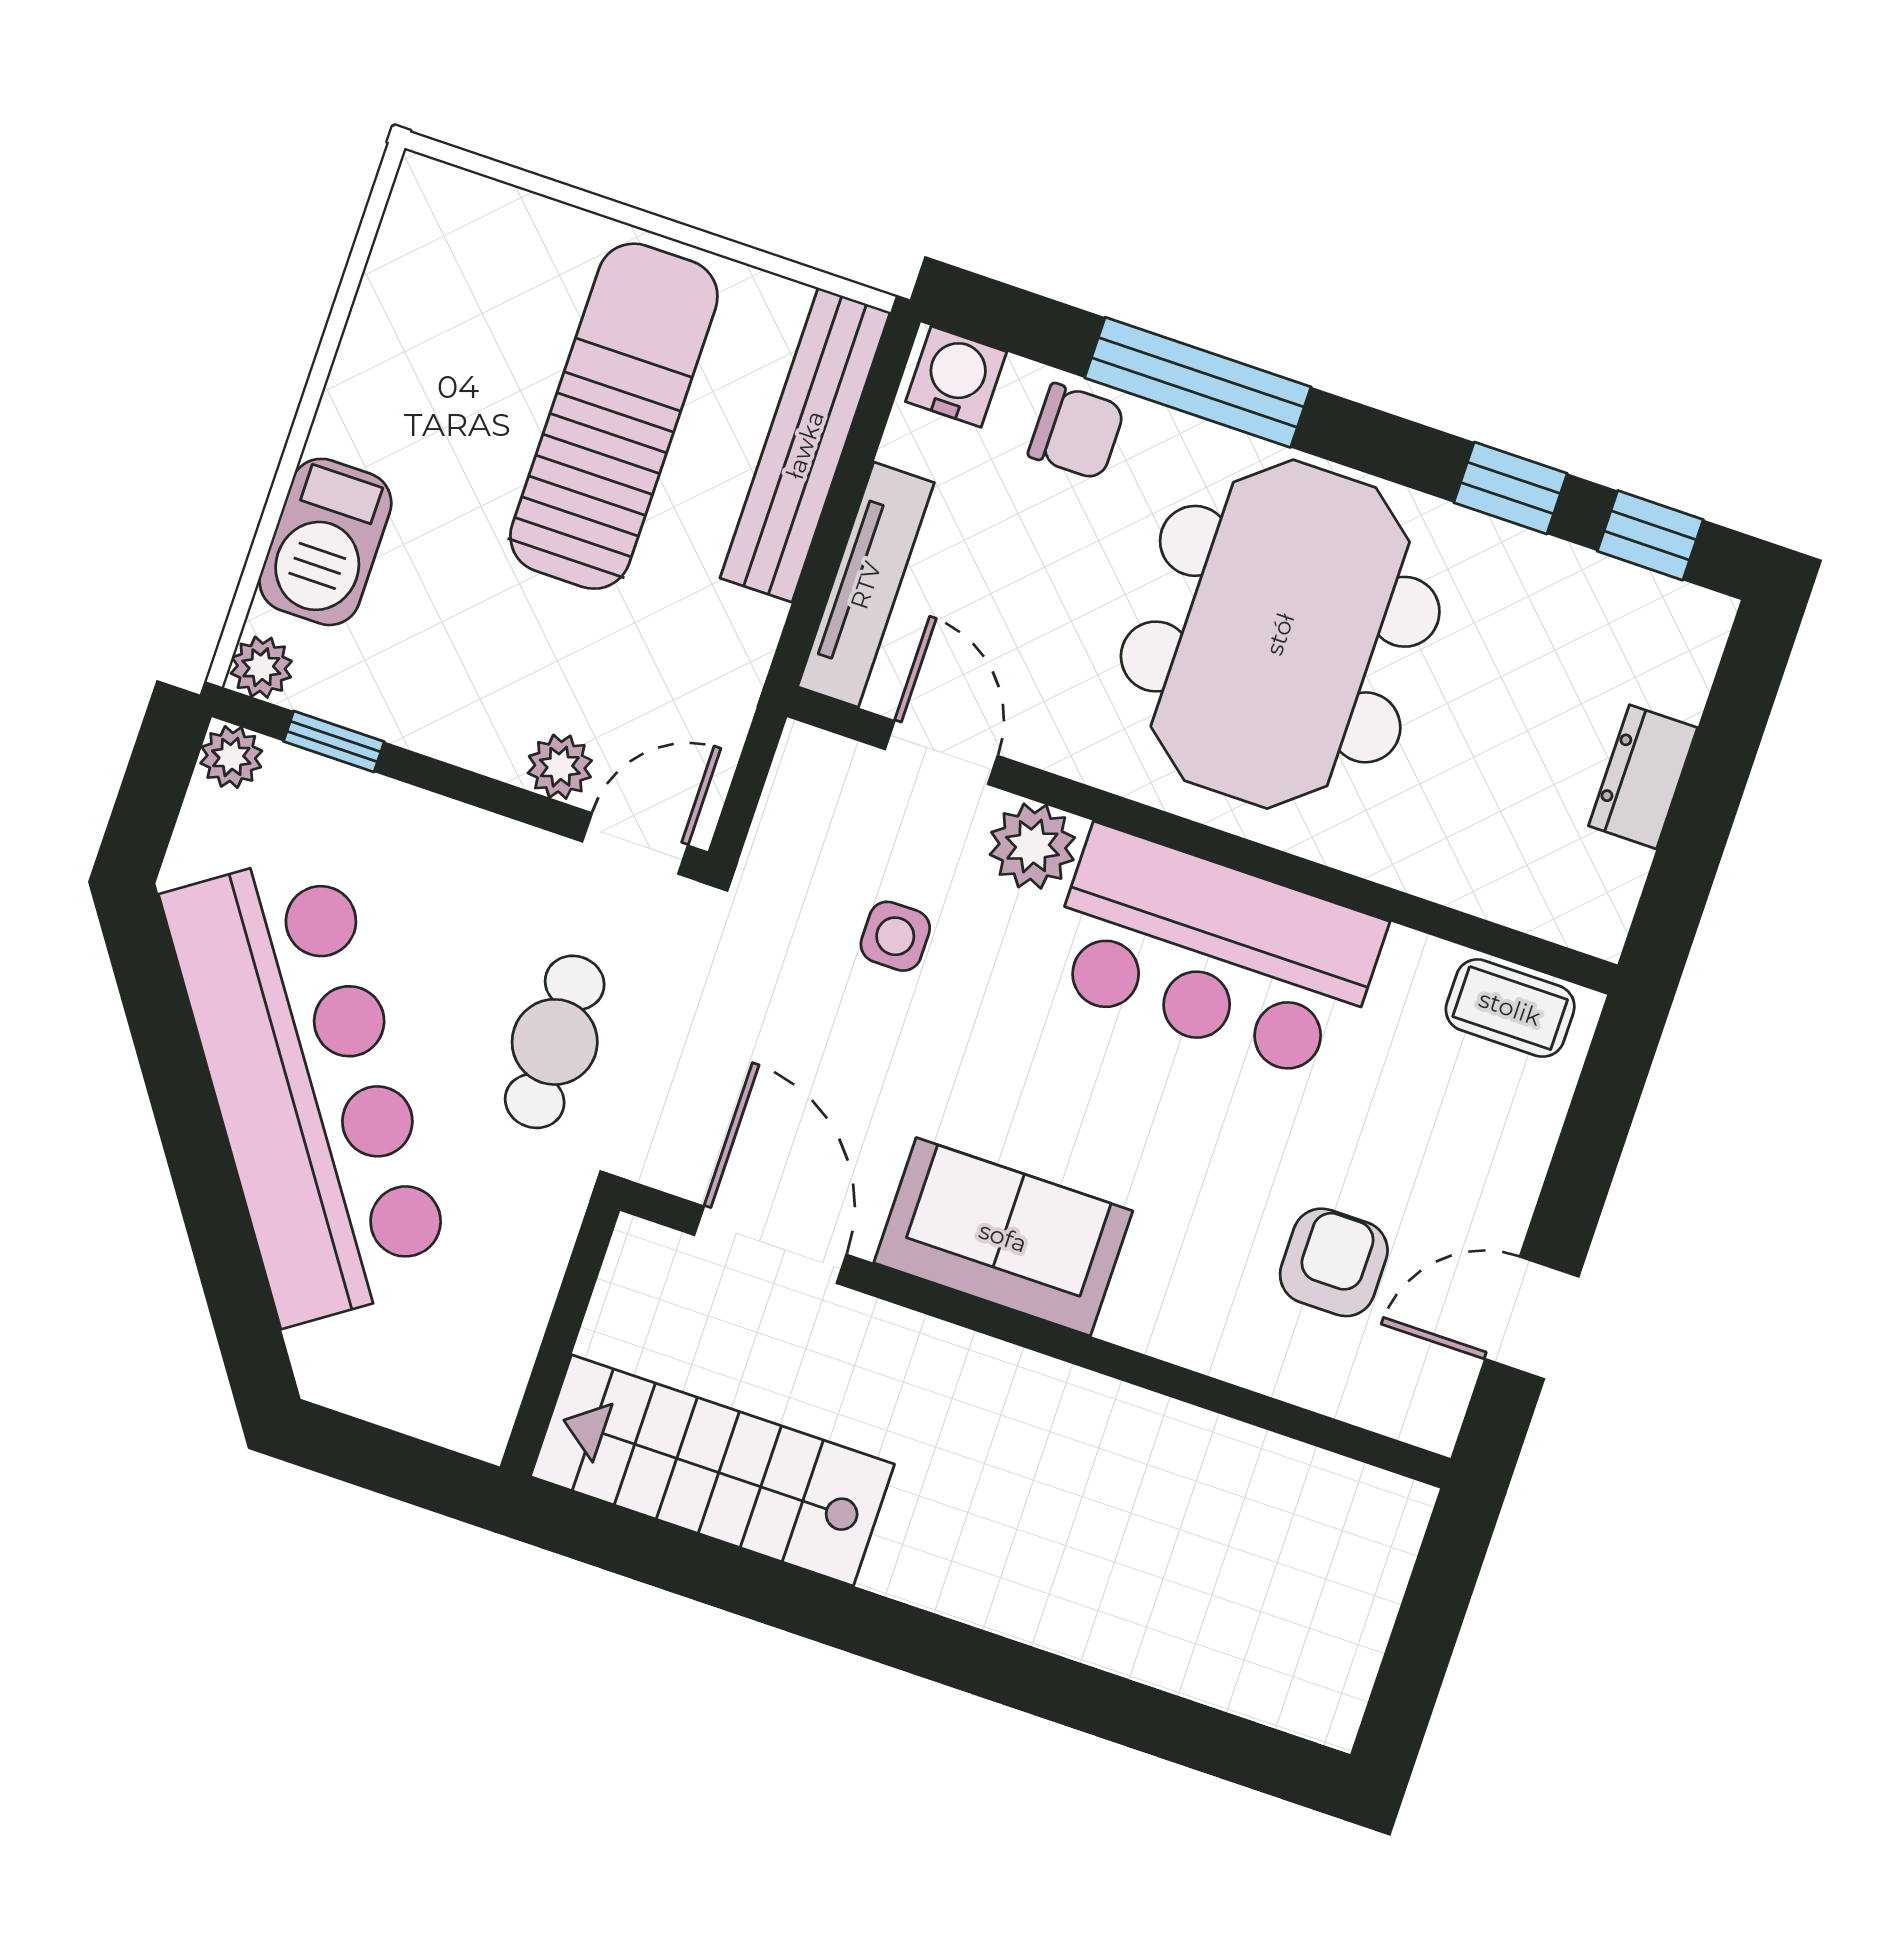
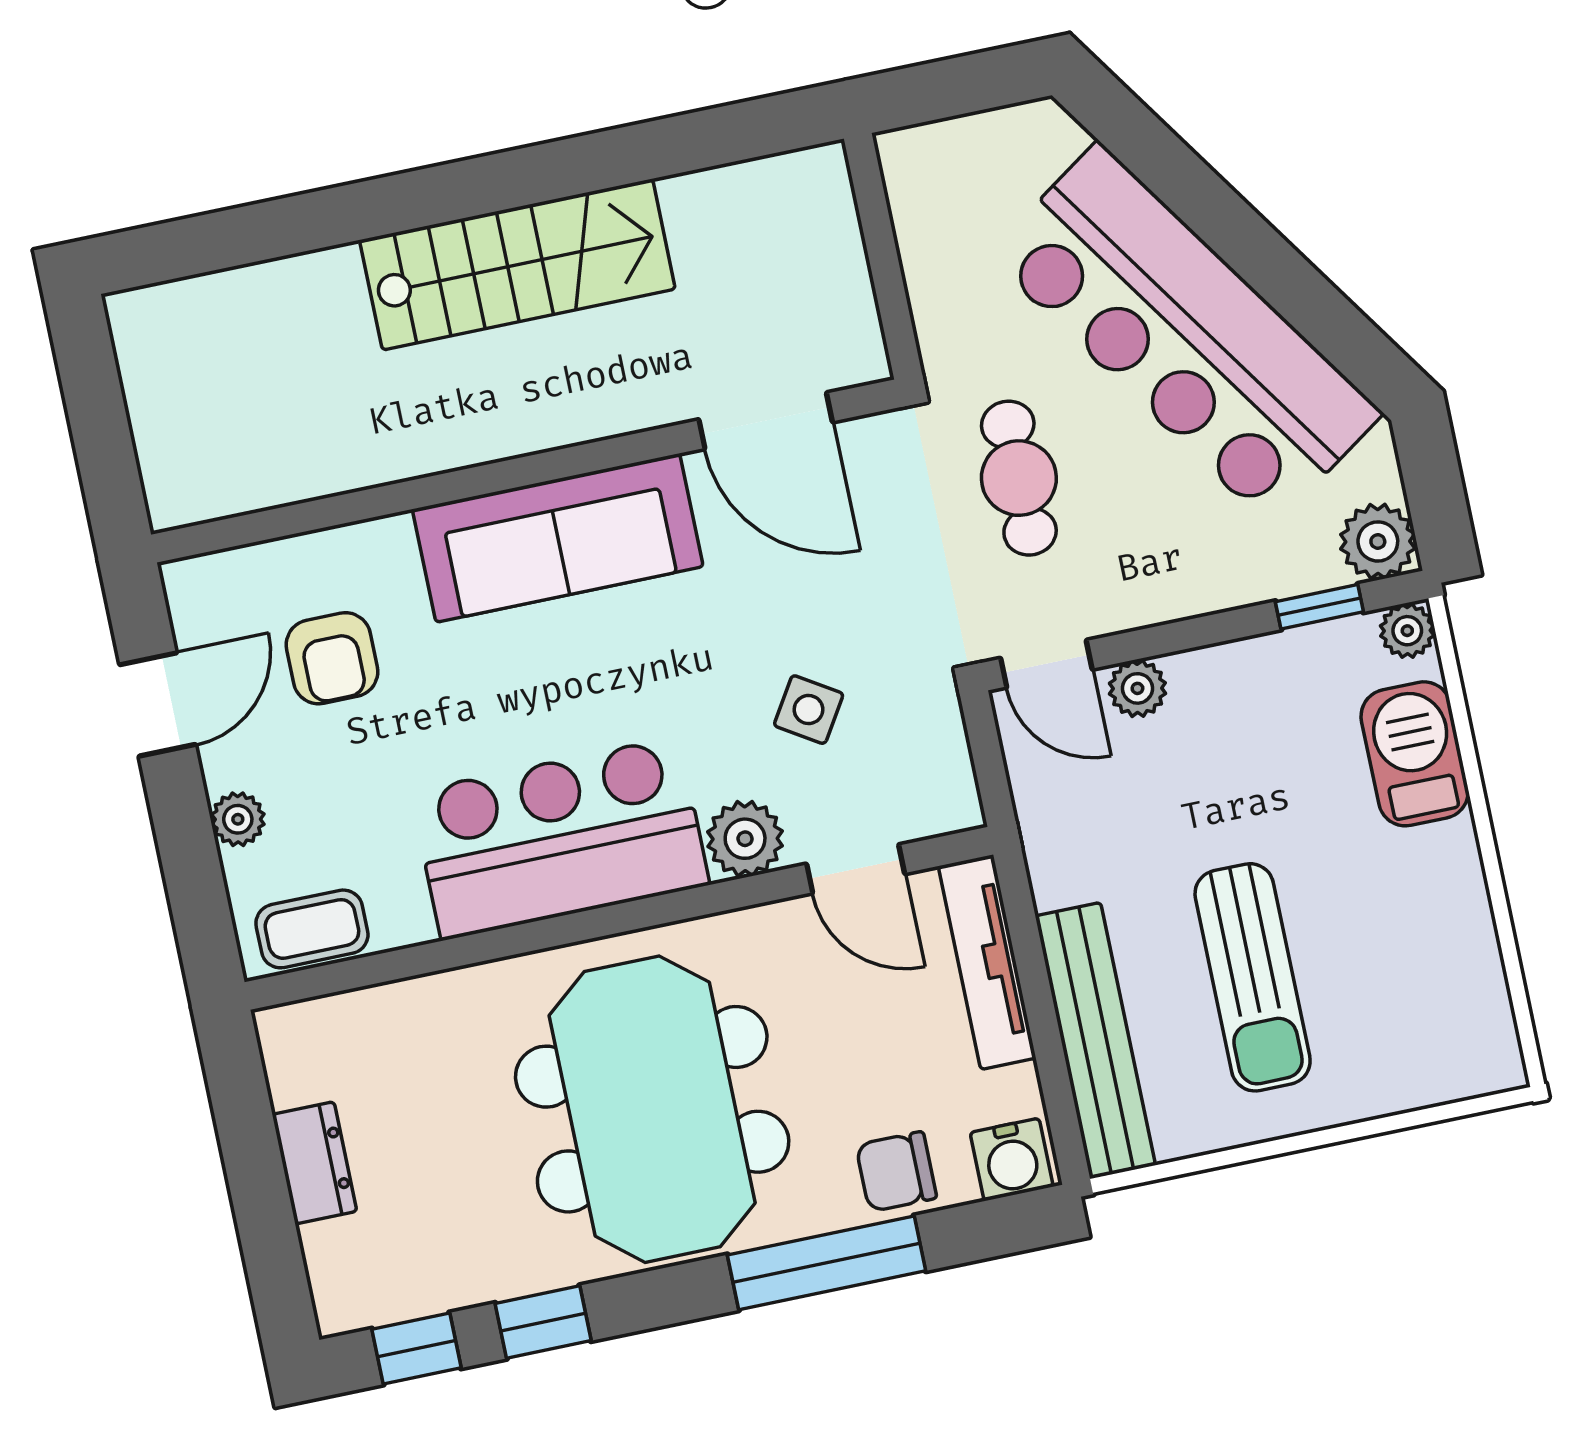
sun lounger: (614, 416) -> (1253, 977), width x0.73, depth x0.75
plant: (231, 757) -> (1378, 541), width x1.38, depth x1.38
door: (635, 843) -> (1046, 664), hinge flipped
side table: (895, 936) -> (809, 710), turned 32
plant: (1519, 1159) -> (238, 819), added
sofa: (1003, 1237) -> (558, 538), width x1.36
stairs: (712, 1470) -> (517, 265), moved

